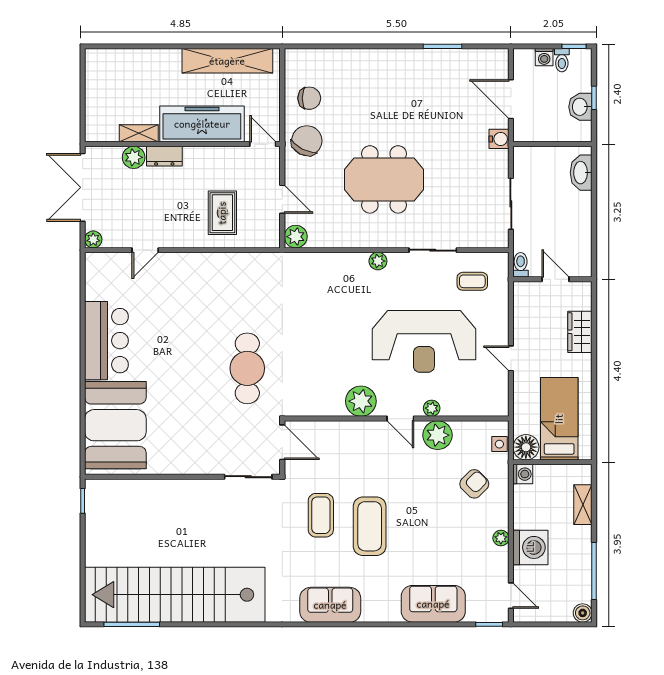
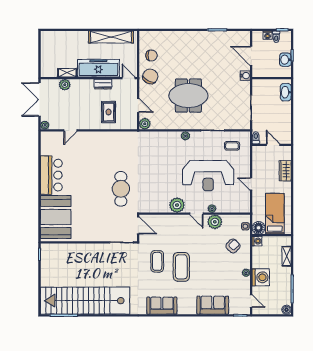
dresser: (164, 156) -> (103, 84), moved

